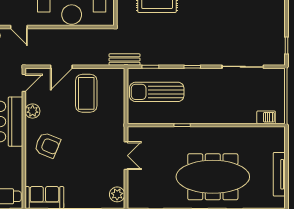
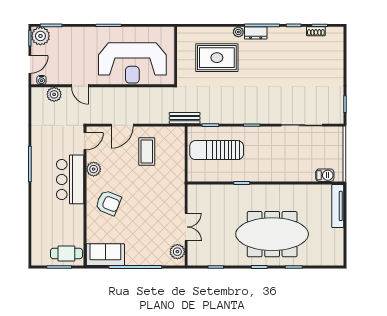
coffee table: (86, 93) -> (147, 151), width x0.73, depth x0.76
double door: (126, 156) -> (186, 227), moved
tv unit: (279, 174) -> (338, 206), moved

